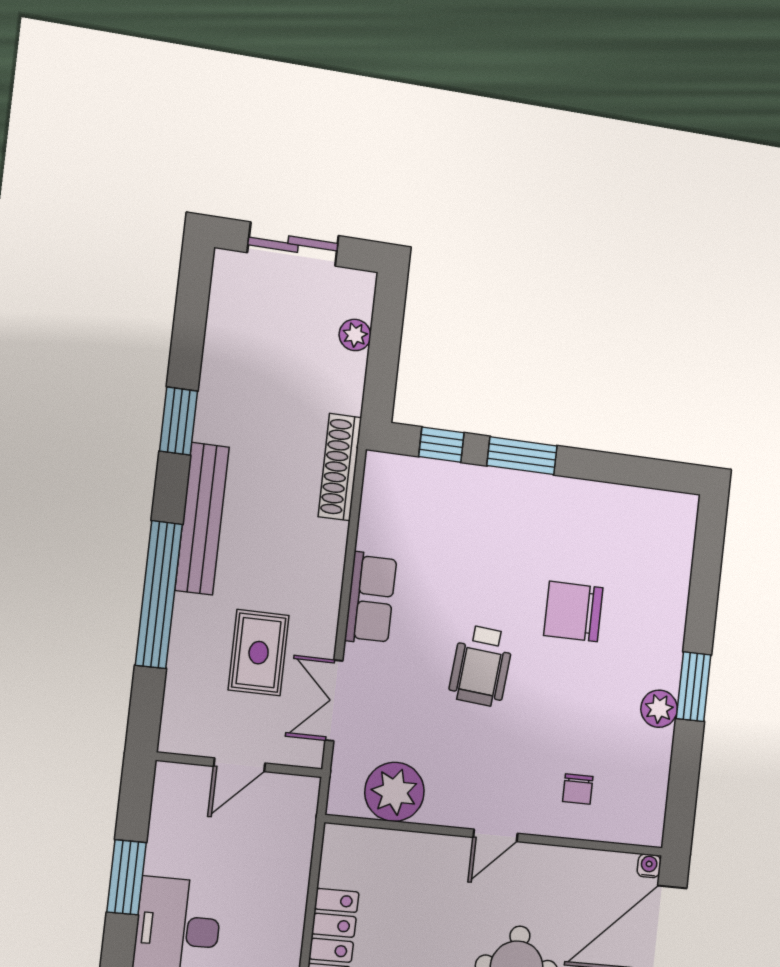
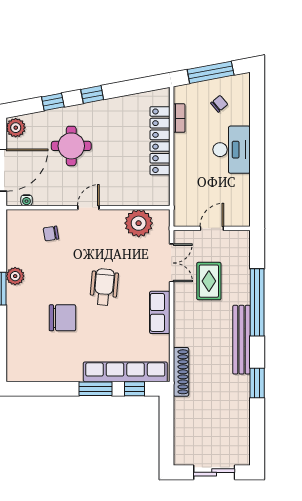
plant: (355, 335) -> (181, 434), removed
row of seats: (457, 483) -> (125, 372), added
chair: (578, 789) -> (51, 233), turned -99
water cooler: (649, 866) -> (27, 200), moved
window: (127, 877) -> (257, 172), removed

